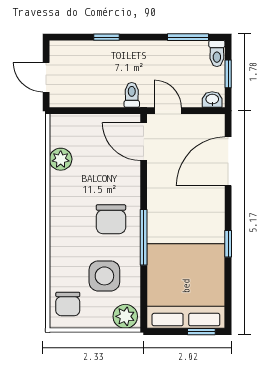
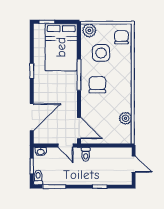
bed: (186, 286) -> (61, 47), width x0.73

